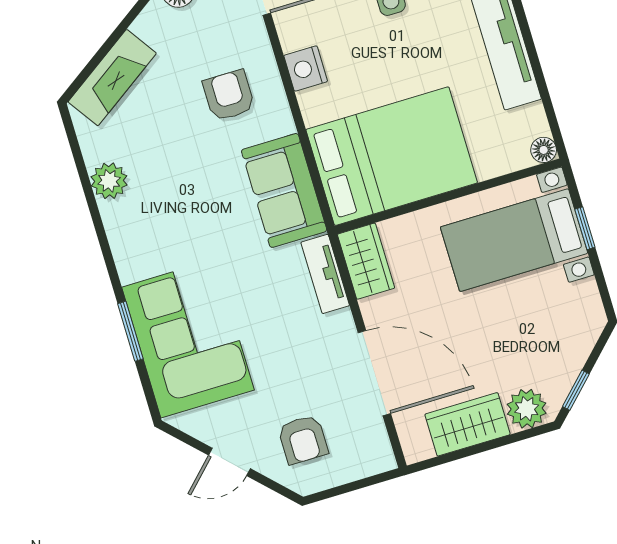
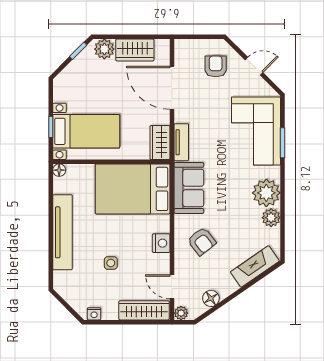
armchair: (229, 95) -> (202, 241), turned -38
plant: (133, 226) -> (266, 193), added

